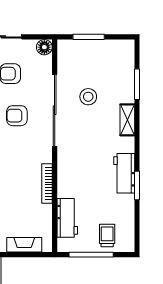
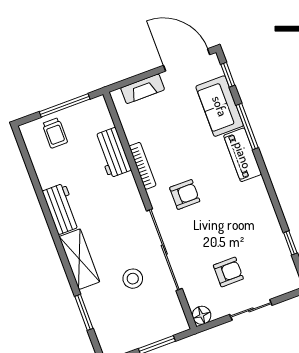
armchair: (17, 116) -> (185, 194), moved
shelving: (127, 120) -> (79, 259), width x1.50, depth x1.33
window: (137, 186) -> (42, 201), removed
workbench: (67, 218) -> (112, 153), moved

